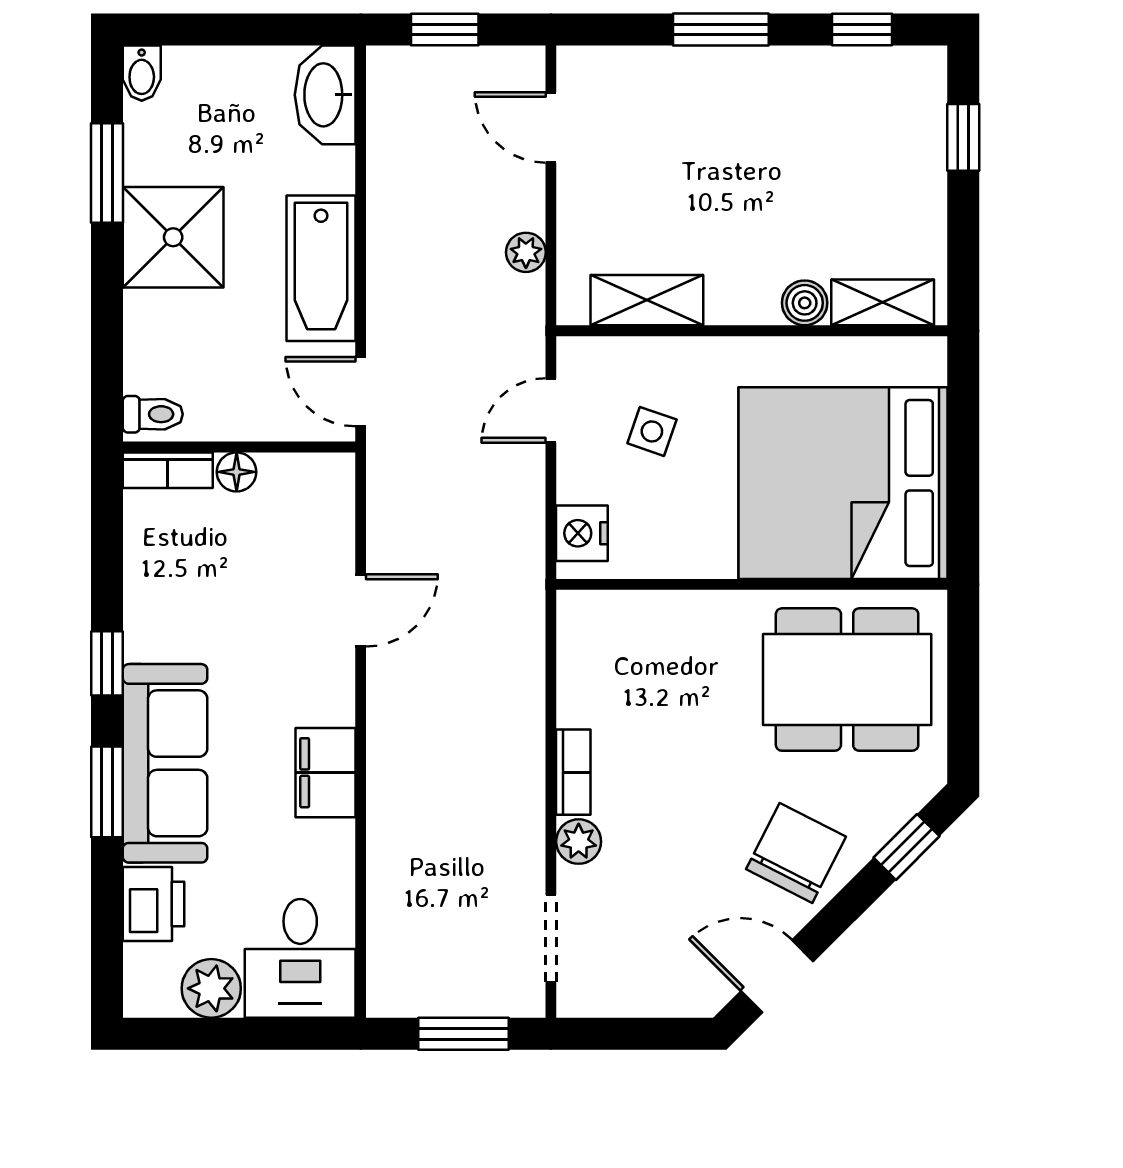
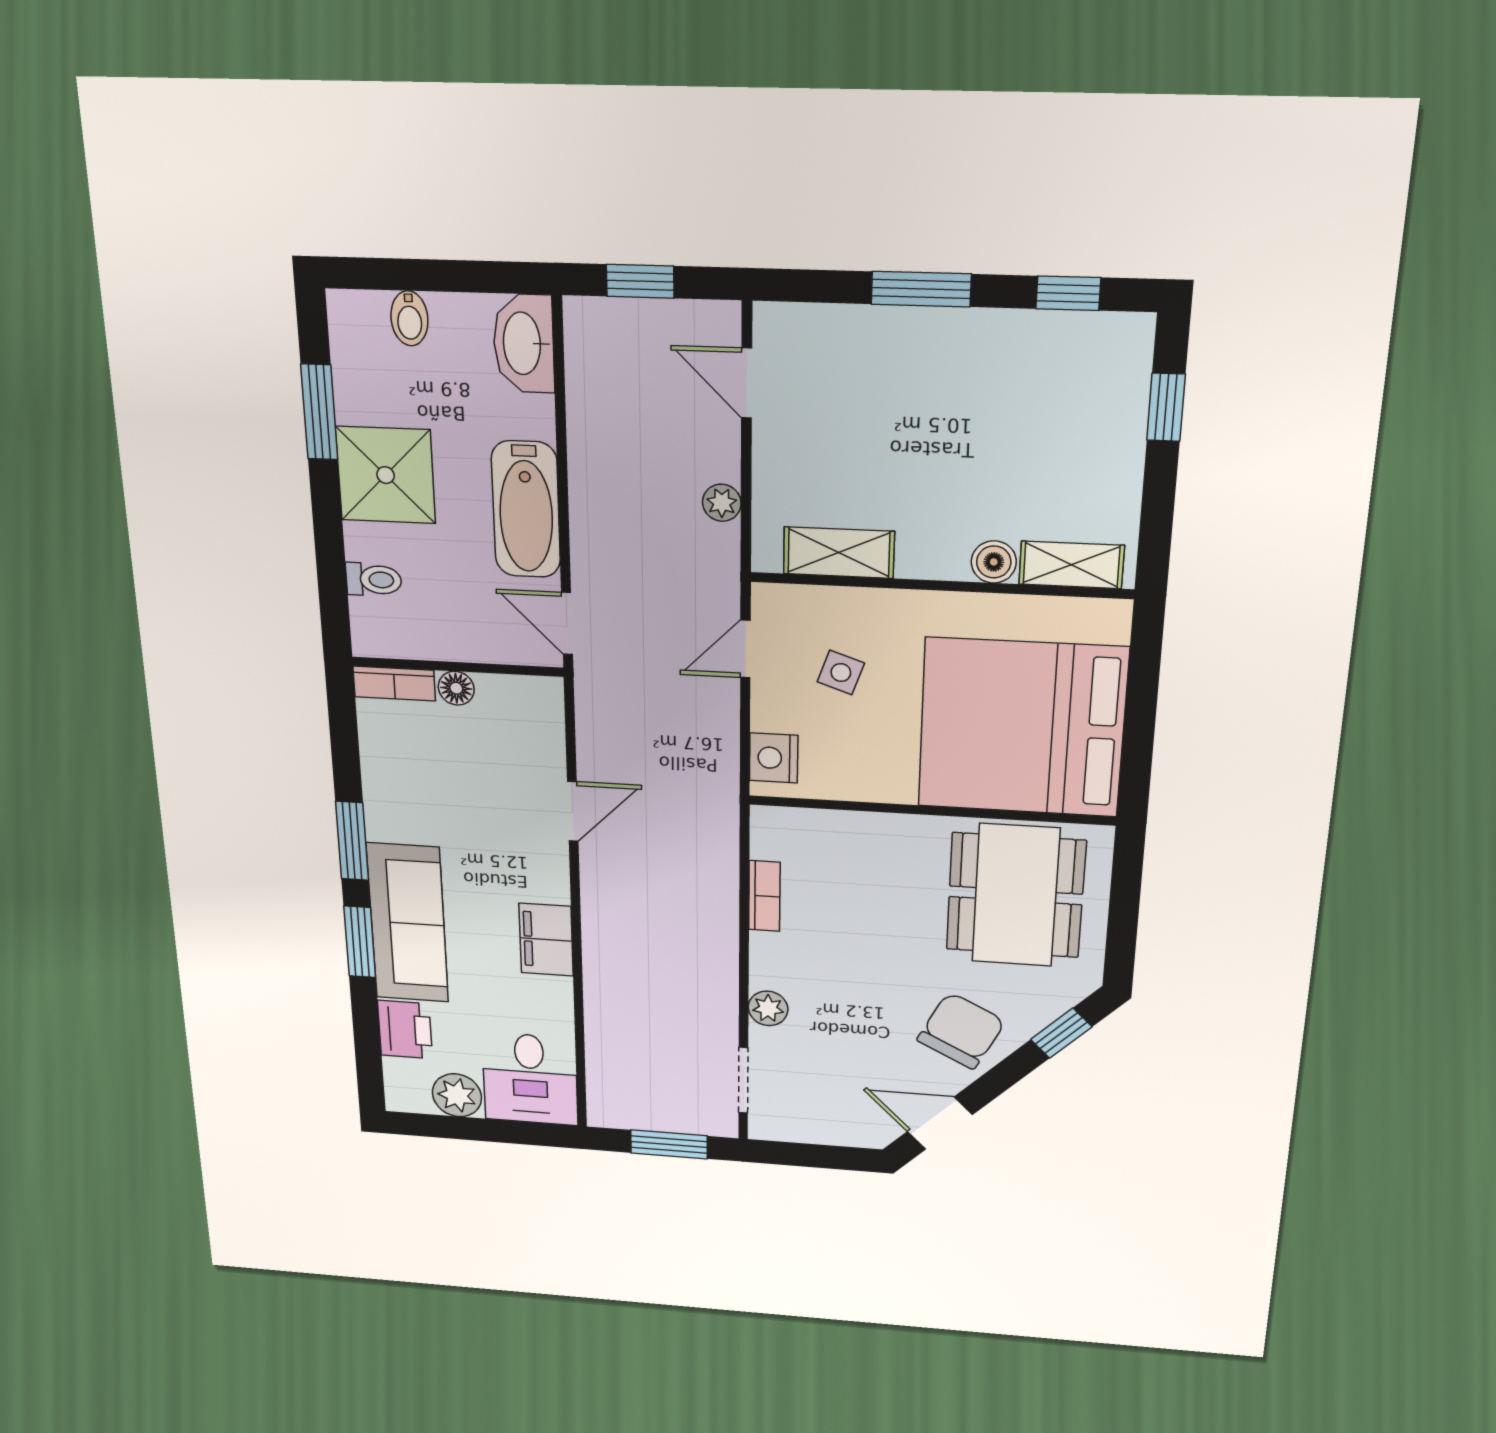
bidet: (142, 73) -> (409, 318), moved
toilet: (153, 414) -> (374, 580), moved
window: (107, 663) -> (352, 841), width x1.50
dining table: (847, 680) -> (1016, 895), turned 90
bookcase: (573, 772) -> (764, 896), moved

